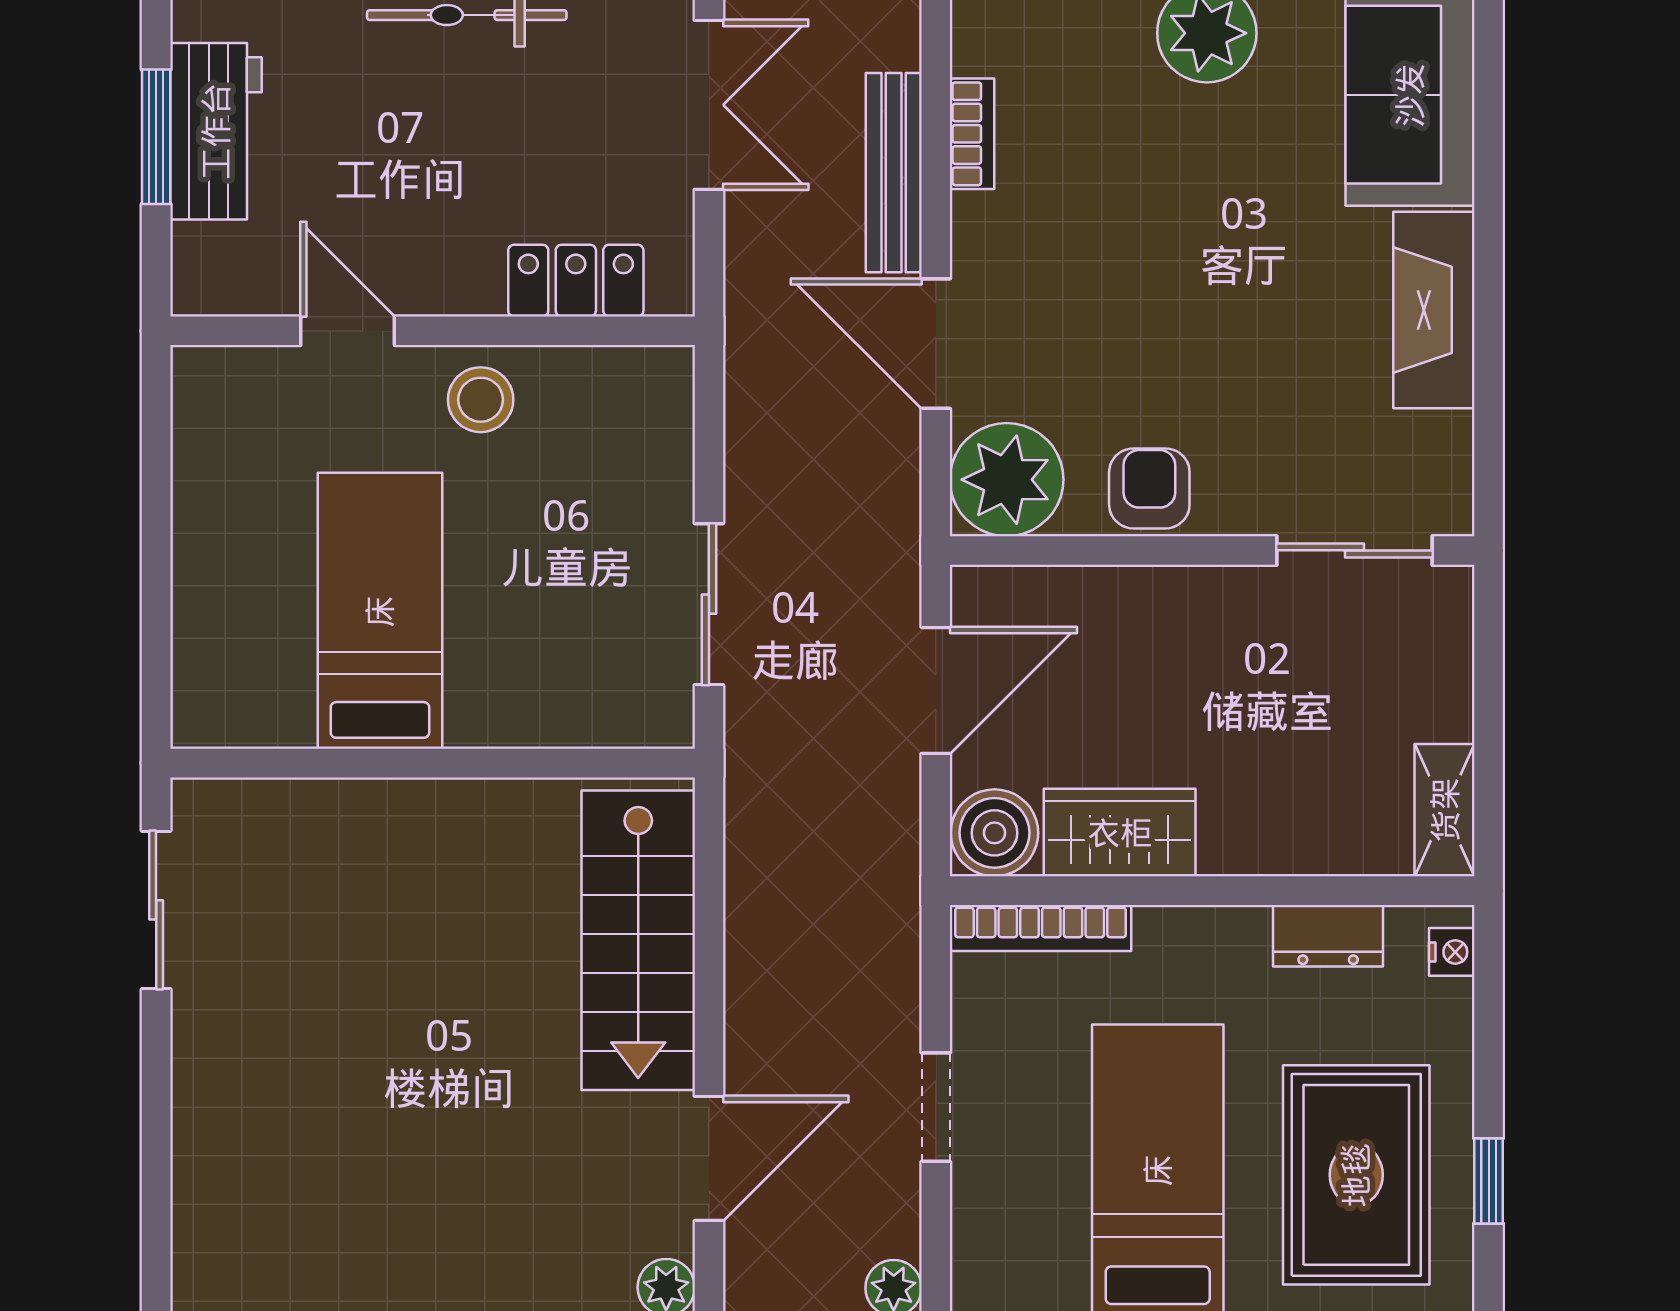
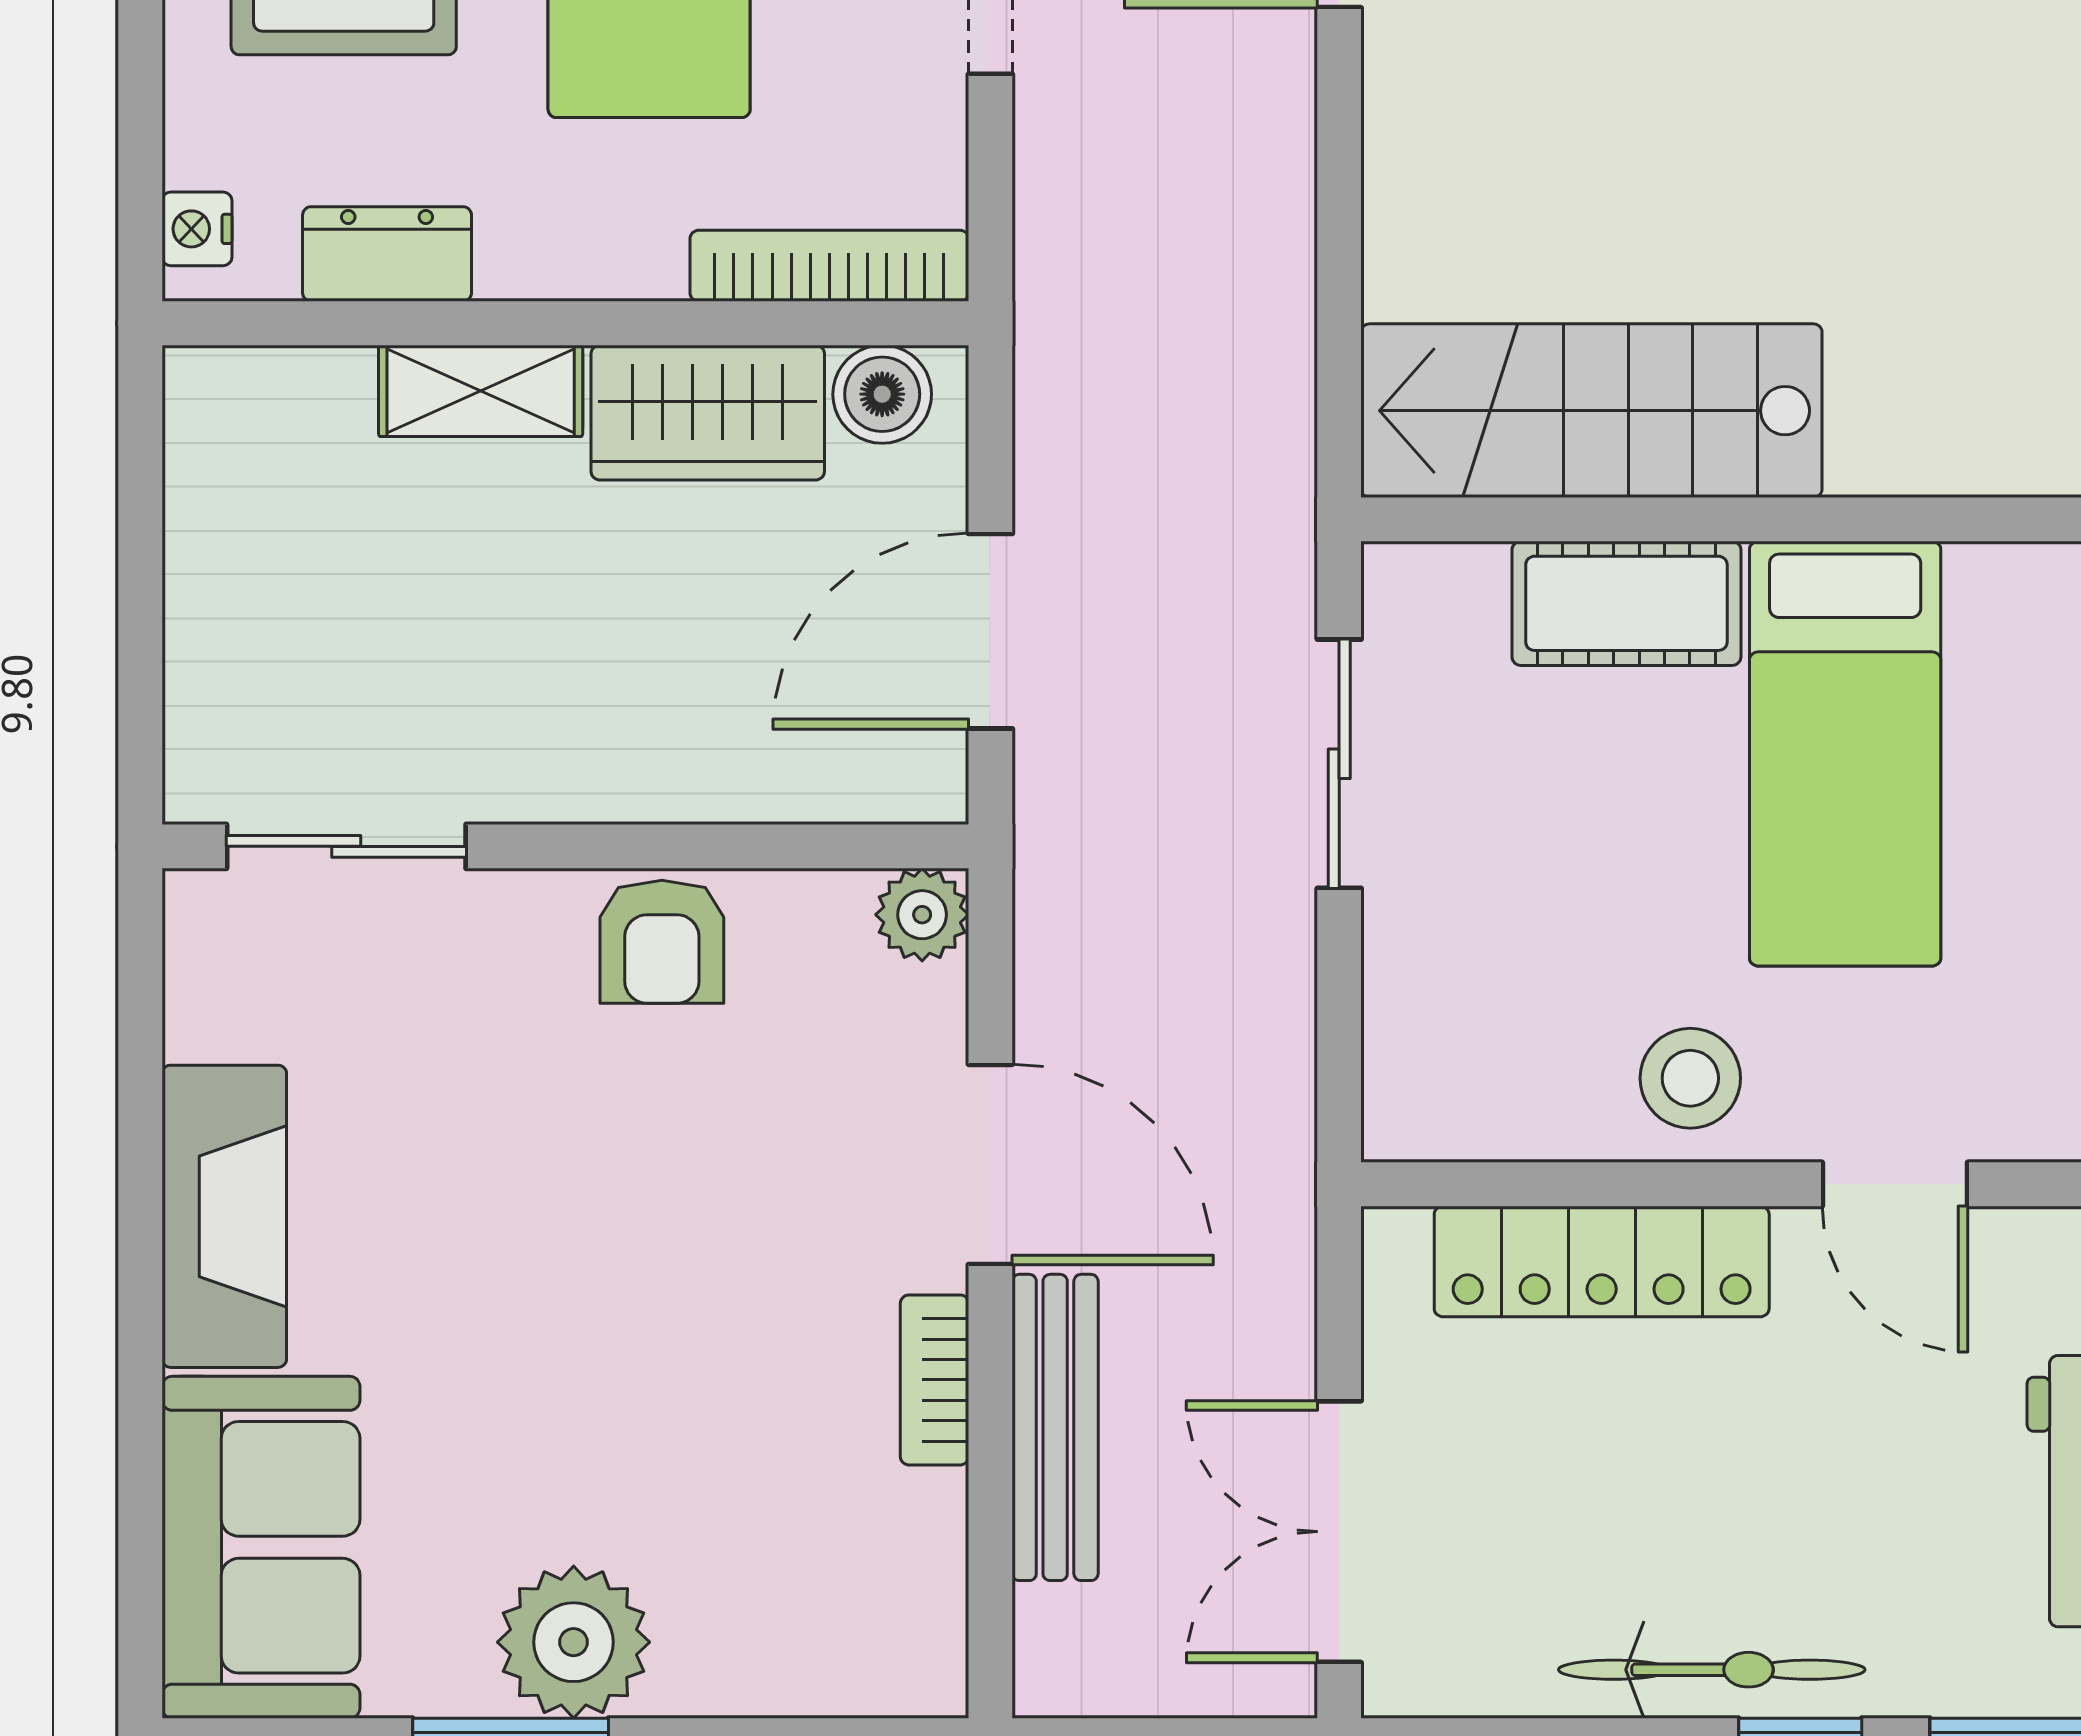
bookcase: (972, 134) -> (935, 1380), moved
locker: (576, 281) -> (1602, 1261), width x1.53
plant: (1007, 480) -> (922, 915), width x0.53, depth x0.53
cot: (522, 708) -> (1626, 603), added
shelving: (1445, 810) -> (481, 391), moved, turned 90
boiler: (994, 833) -> (882, 394), width x0.73, depth x0.73
stairs: (638, 940) -> (1591, 411), moved, turned -90

